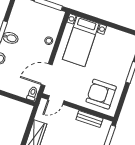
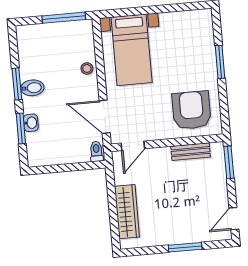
door: (47, 75) -> (105, 117), hinge flipped
armchair: (101, 94) -> (192, 110), turned 90

